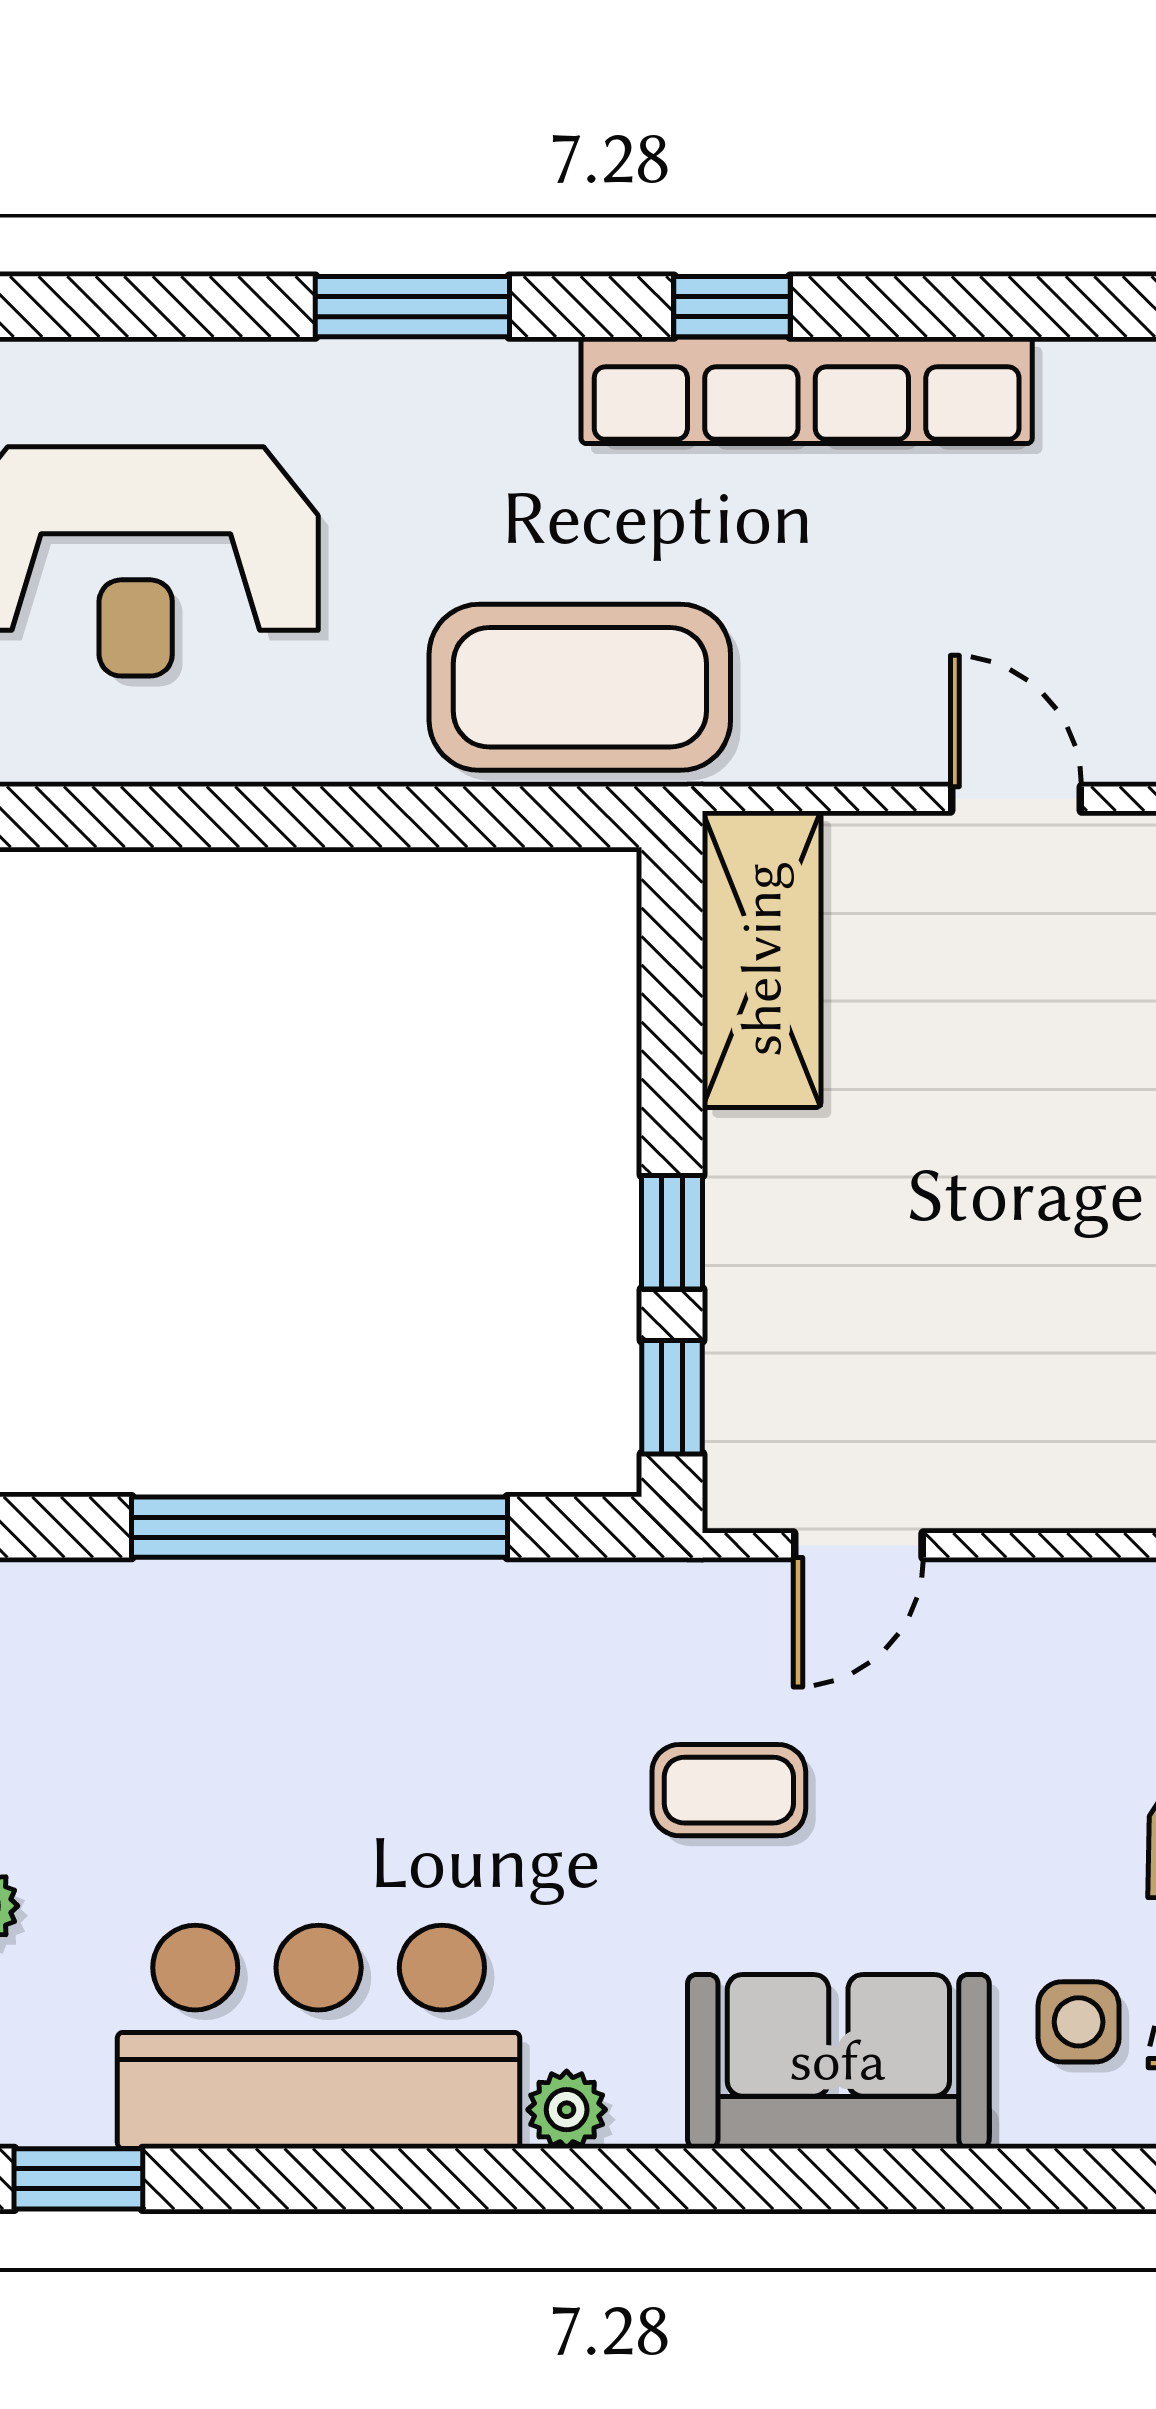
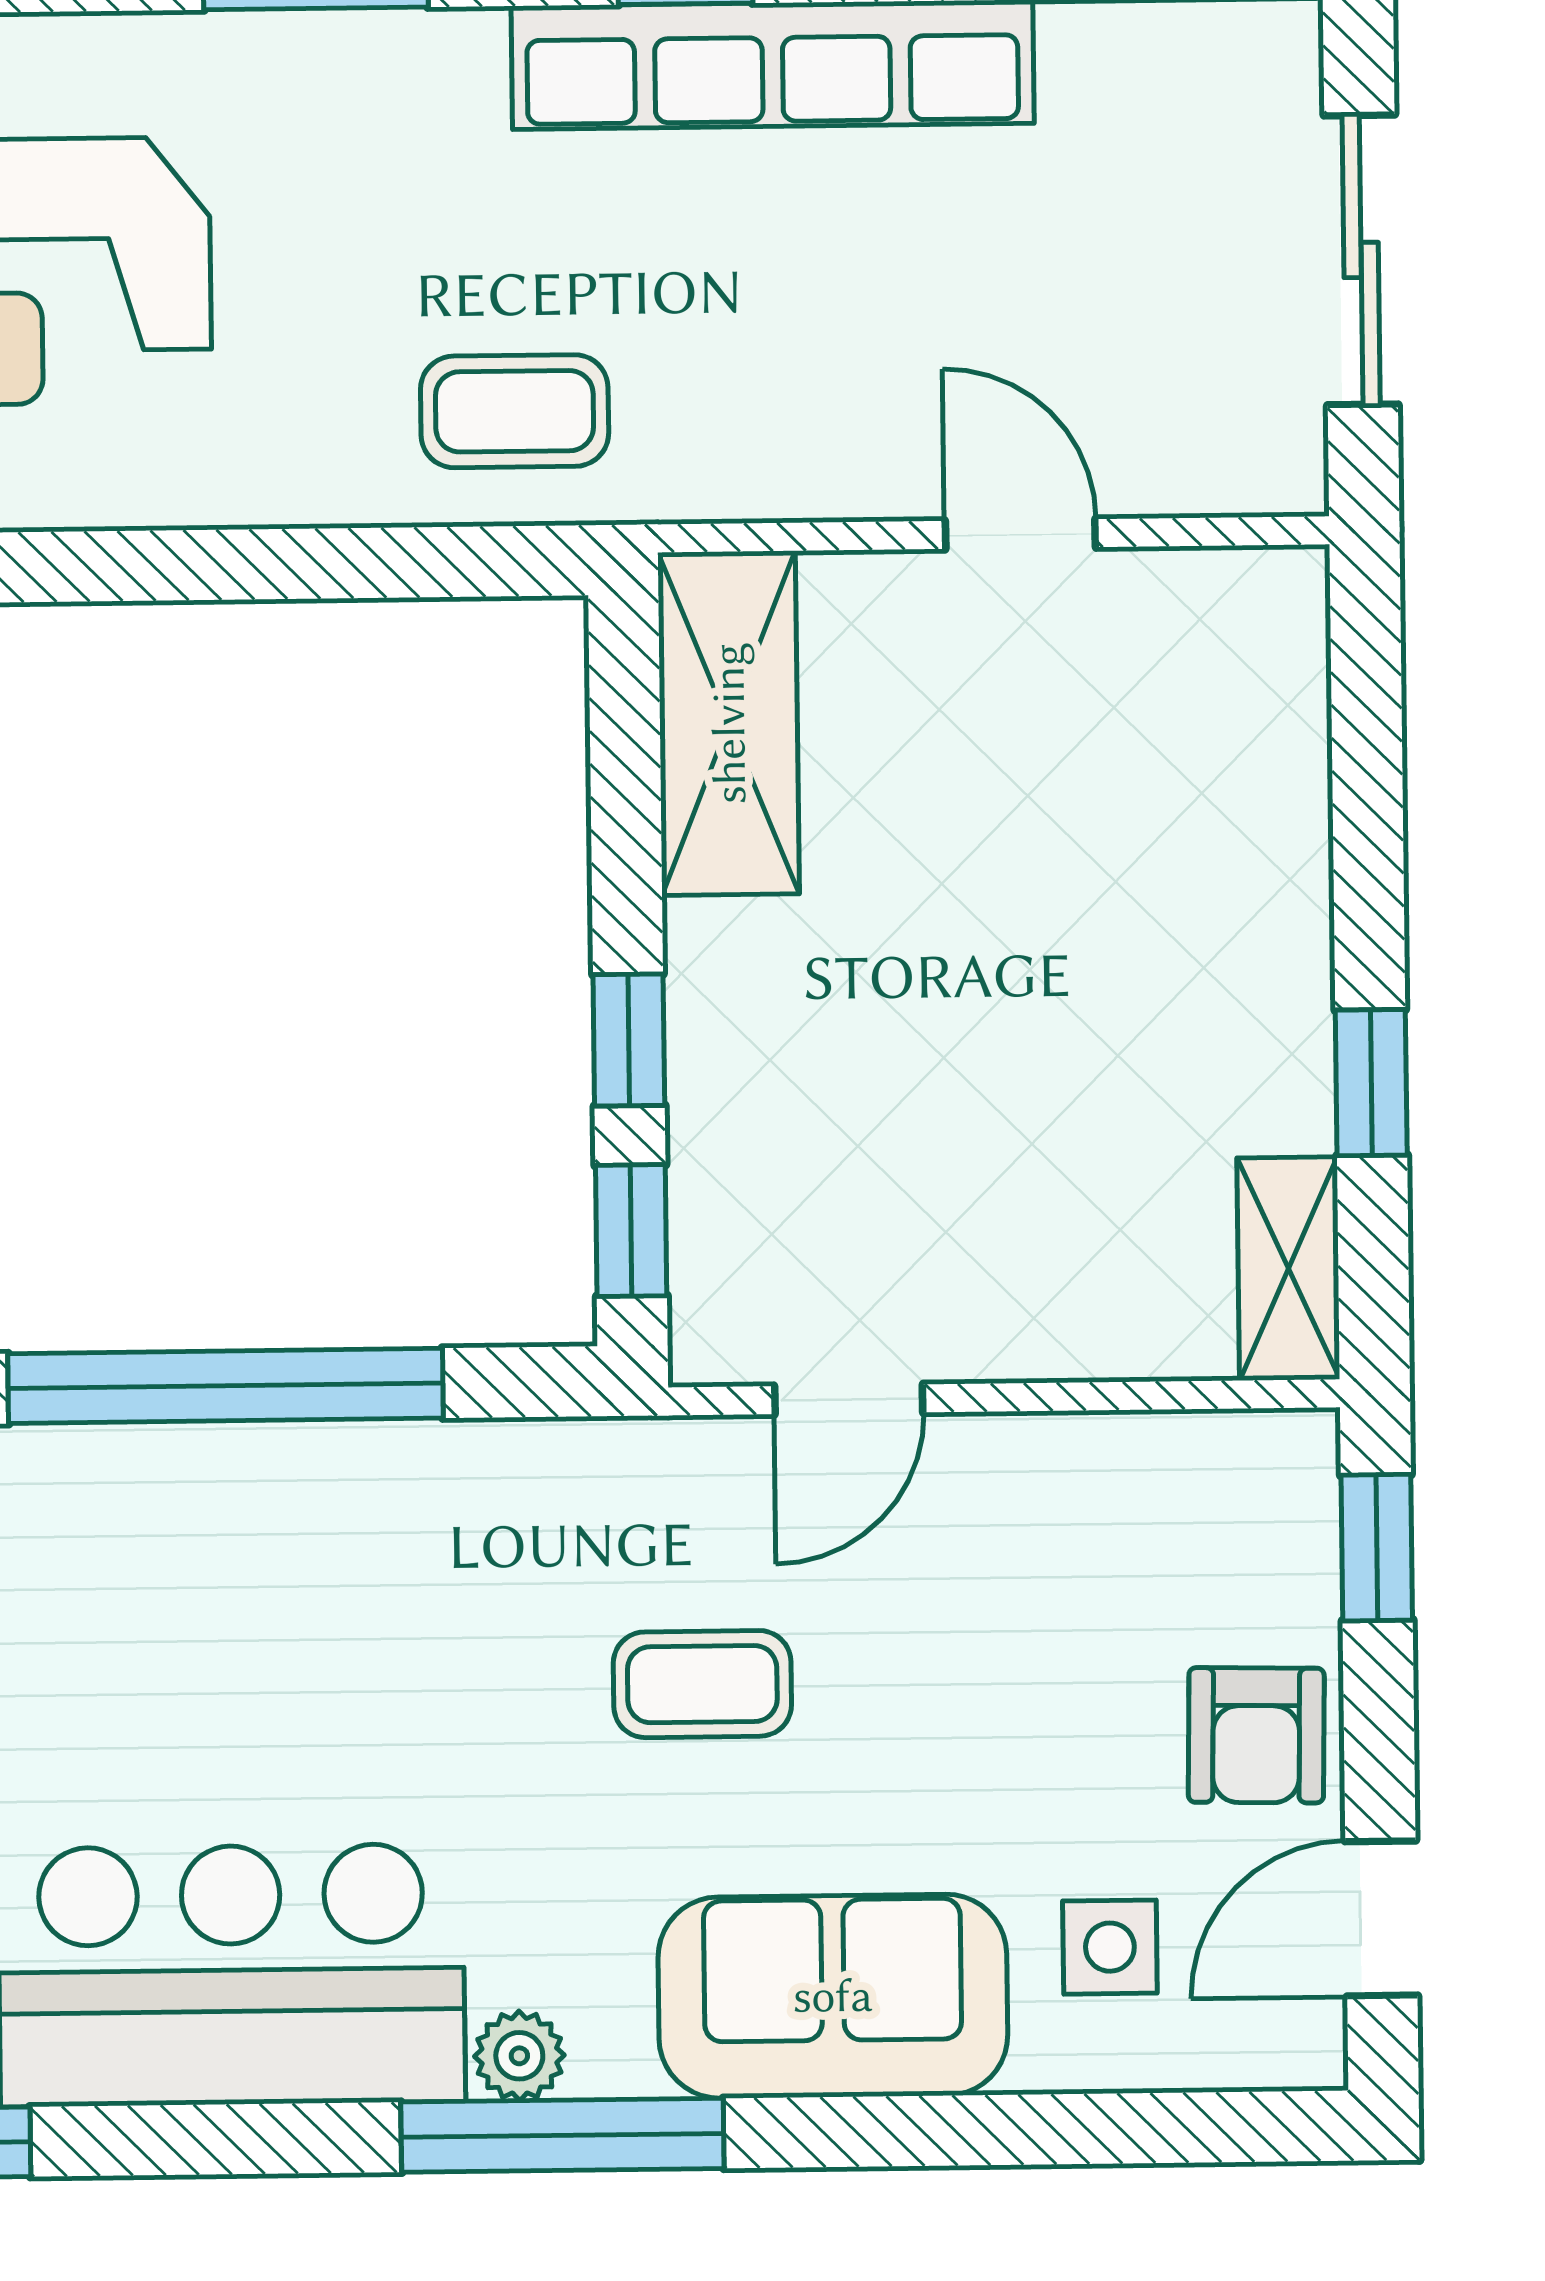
coffee table: (580, 687) -> (515, 411), width x0.54, depth x0.58
window: (603, 2179) -> (562, 2135), added

